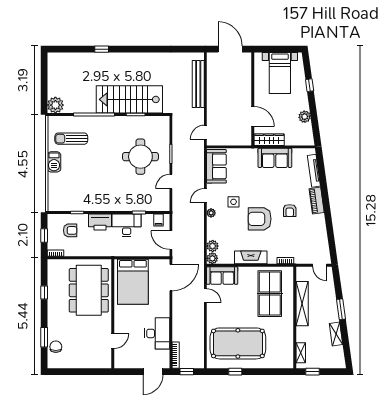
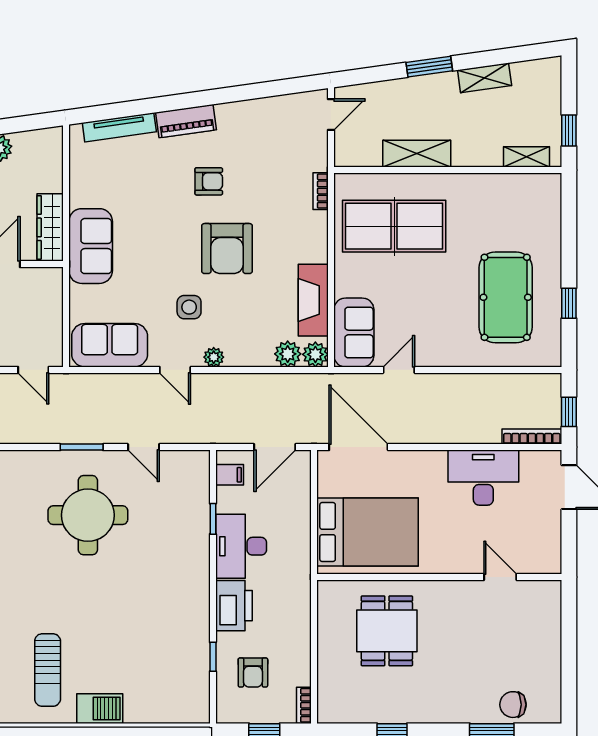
sofa: (275, 158) -> (91, 246), moved
armchair: (70, 230) -> (253, 672), turned 180
fireplace: (251, 257) -> (313, 300), moved
dining table: (89, 290) -> (387, 631), width x0.53, depth x0.80
shelving: (302, 304) -> (417, 154), width x0.68
pool table: (238, 343) -> (506, 297), width x0.73, depth x0.76

